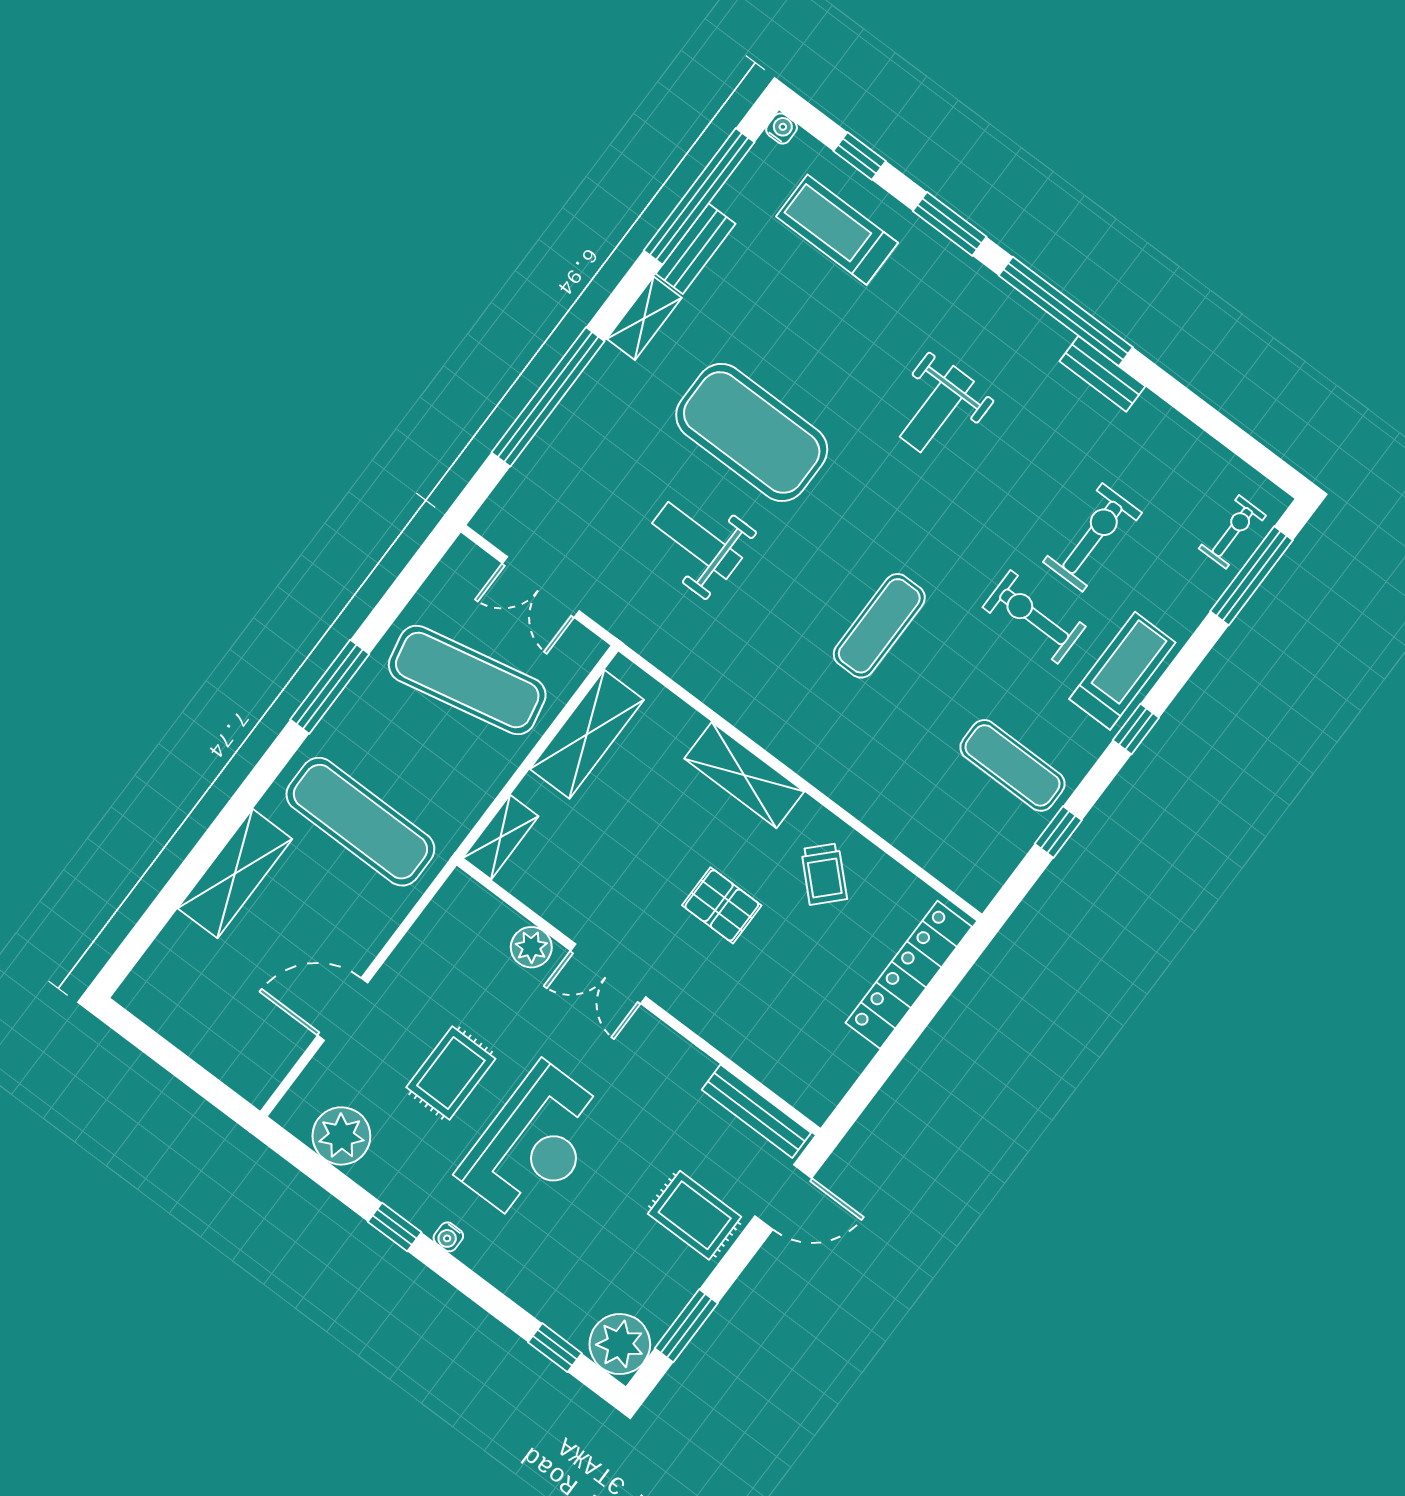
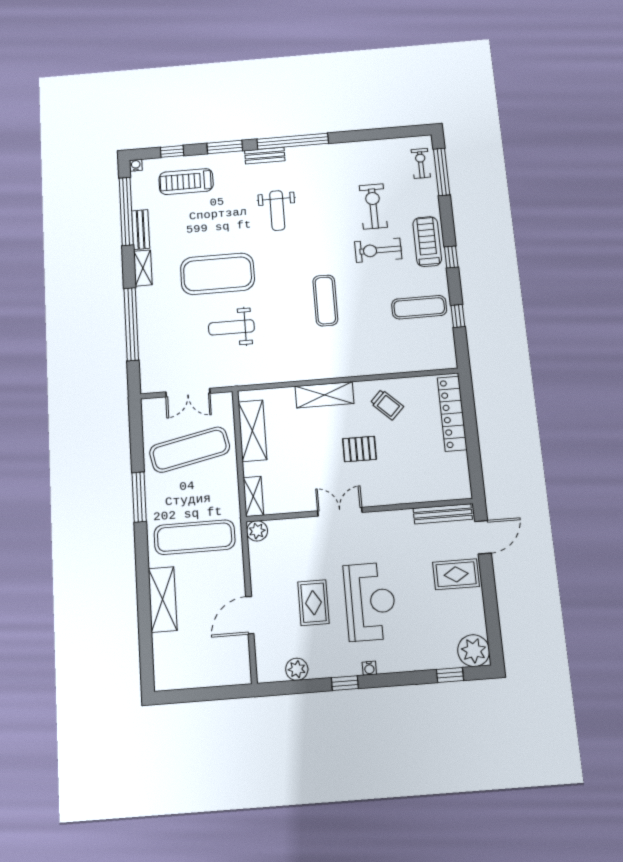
bench: (1102, 374) -> (265, 156), moved
plant: (531, 947) -> (257, 531), moved
double door: (608, 974) -> (340, 512), swing flipped
plant: (341, 1136) -> (297, 669), width x0.73, depth x0.73
window: (686, 1326) -> (492, 620), removed

